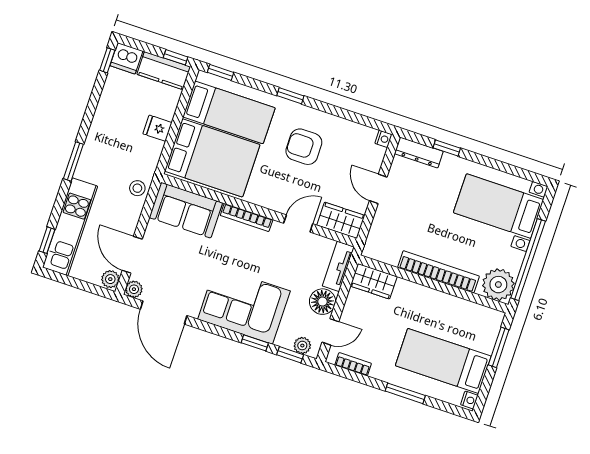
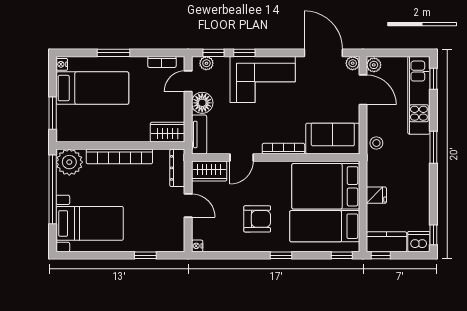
dresser: (419, 153) -> (177, 168), moved, turned -90

